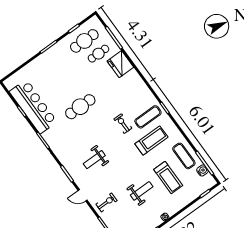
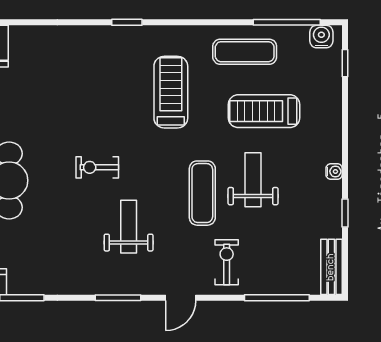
exercise mat: (148, 117) -> (202, 193), moved
exercise bike: (123, 124) -> (97, 167), moved
weight bench: (94, 160) -> (129, 227), turned 180
water cooler: (202, 170) -> (321, 37), moved
treadmill: (168, 178) -> (264, 111), turned 180

